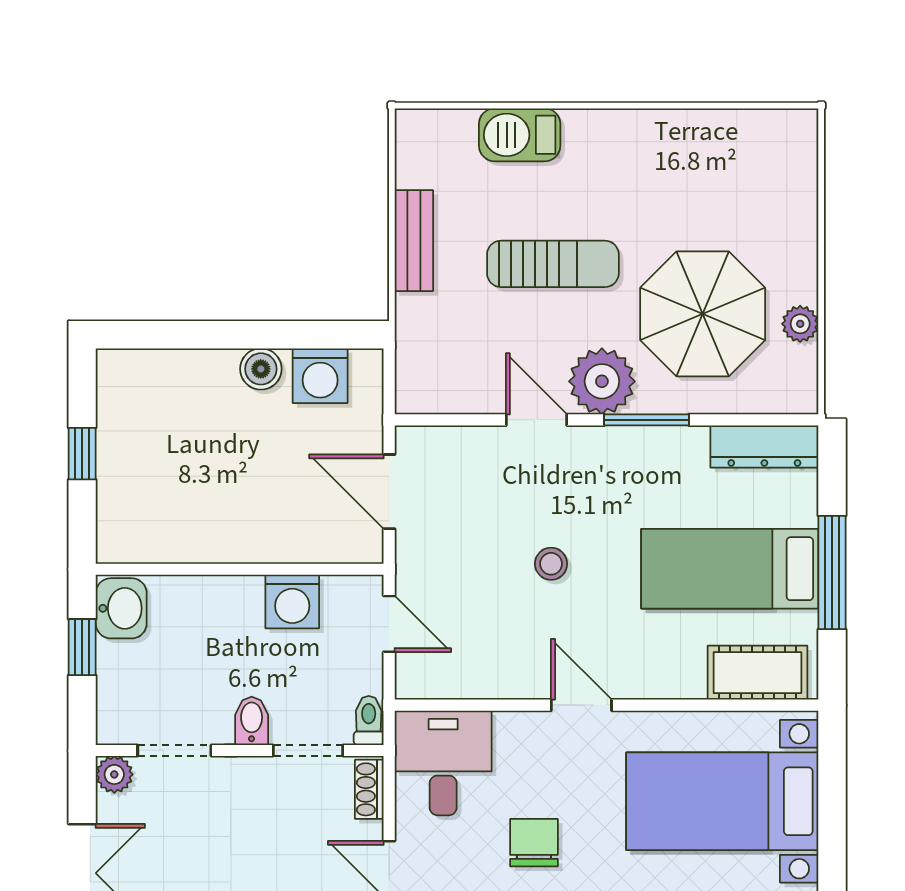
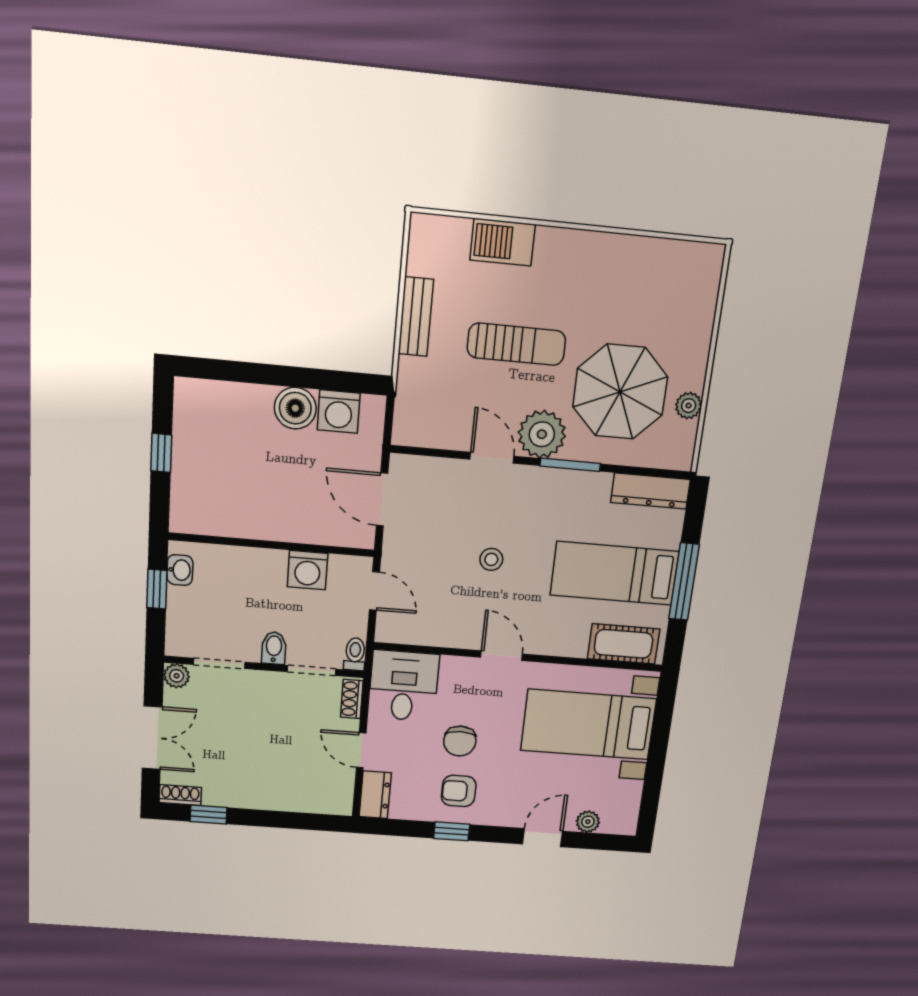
boiler: (261, 369) -> (295, 408), width x1.36, depth x1.36
washbasin: (121, 608) -> (180, 570), width x0.72, depth x0.69
chair: (534, 843) -> (460, 741), turned 180

